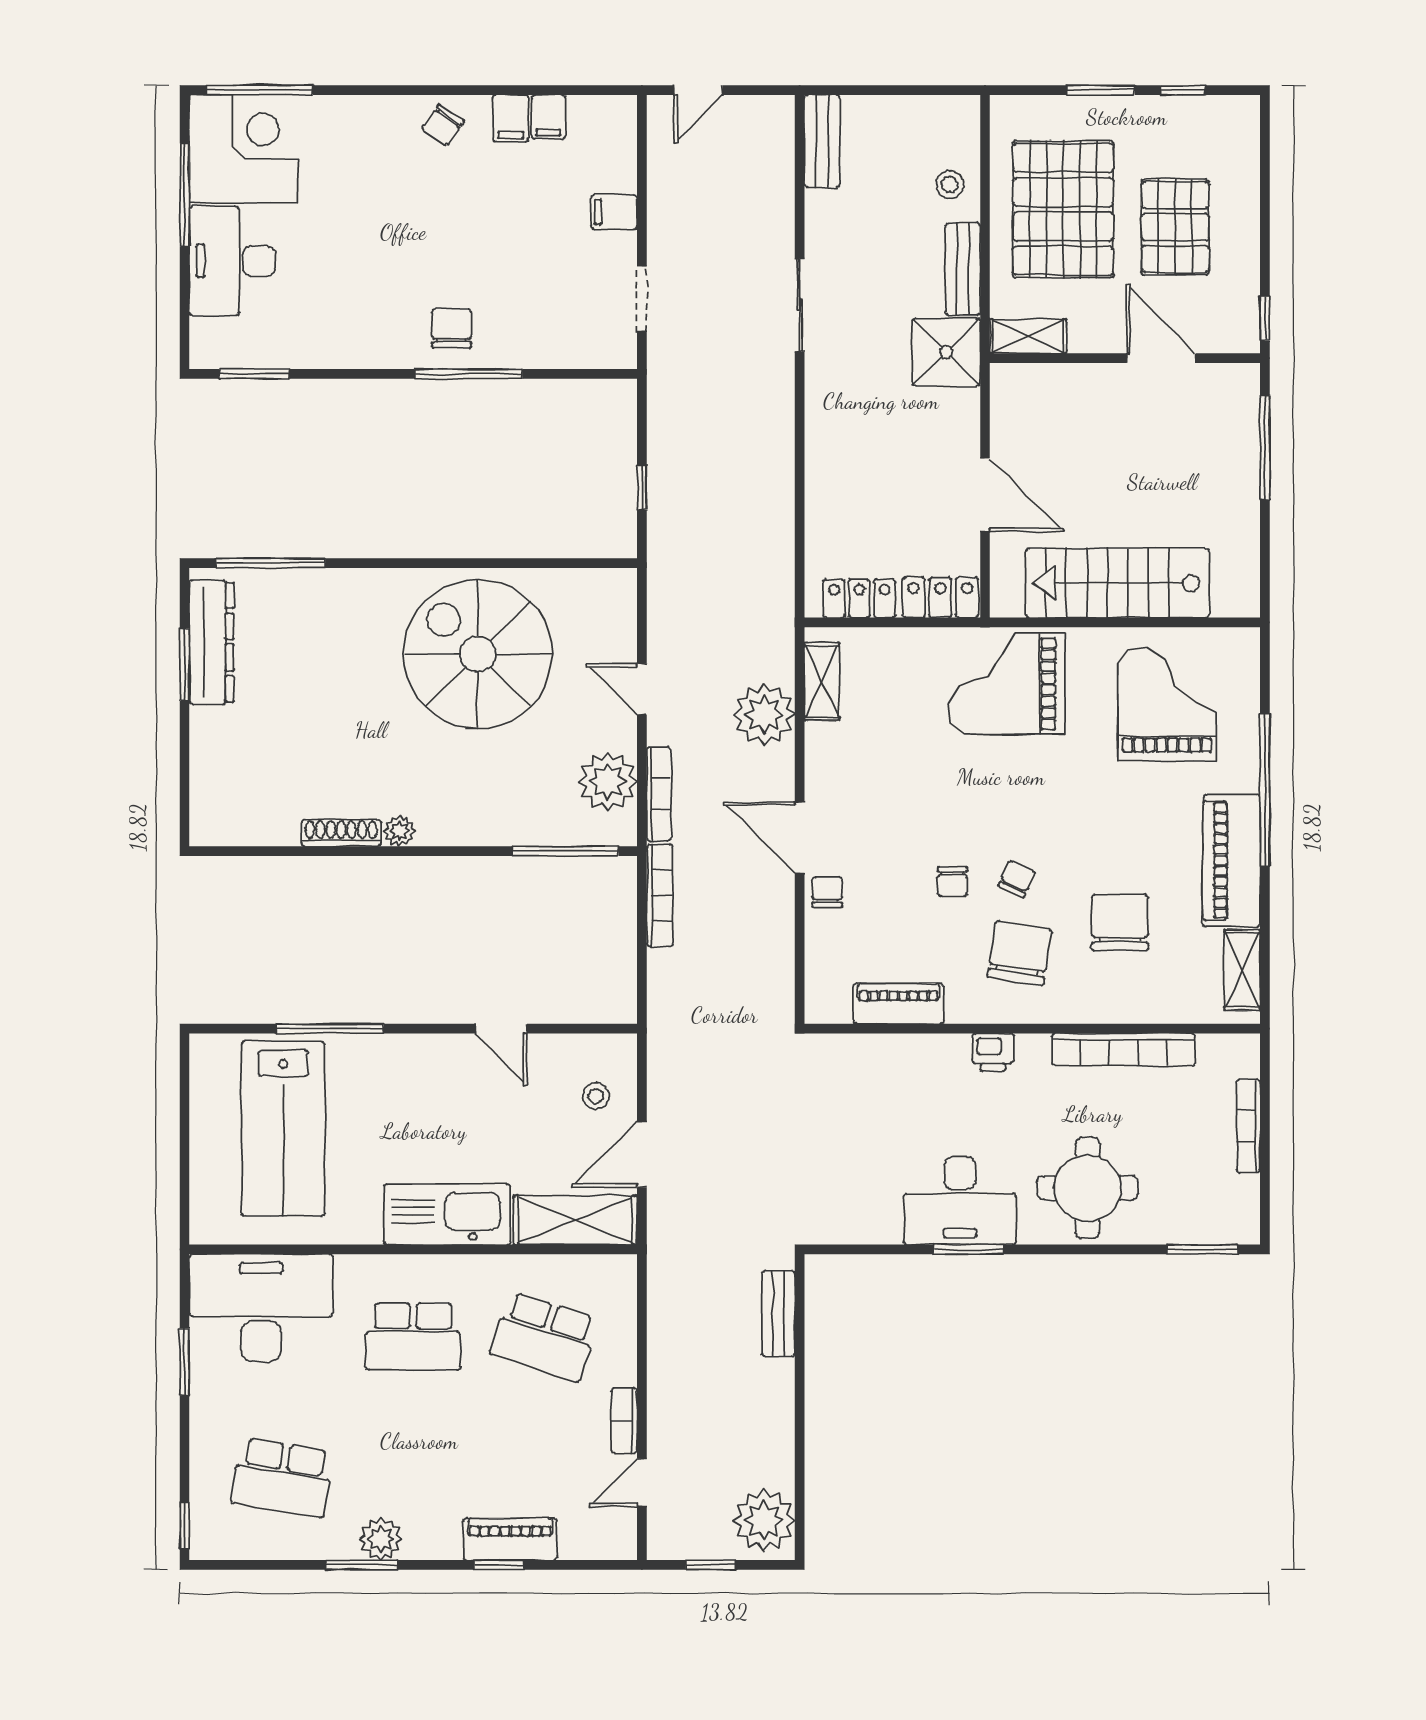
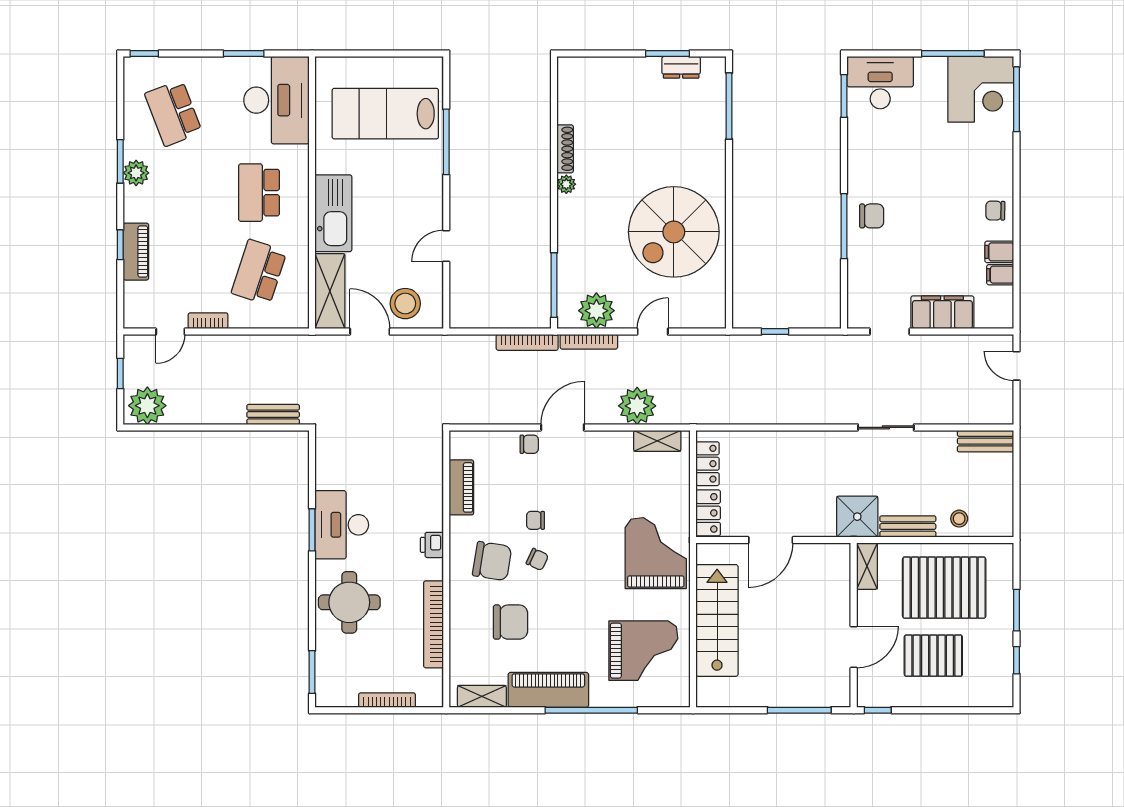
chair: (443, 125) -> (995, 211), turned -35
filing cabinet: (614, 212) -> (942, 312), width x3.00, depth x1.17
desk: (232, 261) -> (880, 83), moved
dresser: (211, 642) -> (681, 67), width x0.51, depth x0.80
spiral stairs: (478, 654) -> (674, 232), turned 180
stool: (596, 1096) -> (405, 304), width x1.89, depth x1.89
school desk: (282, 1478) -> (173, 113), turned -30
door: (642, 1483) -> (170, 332), swing flipped

